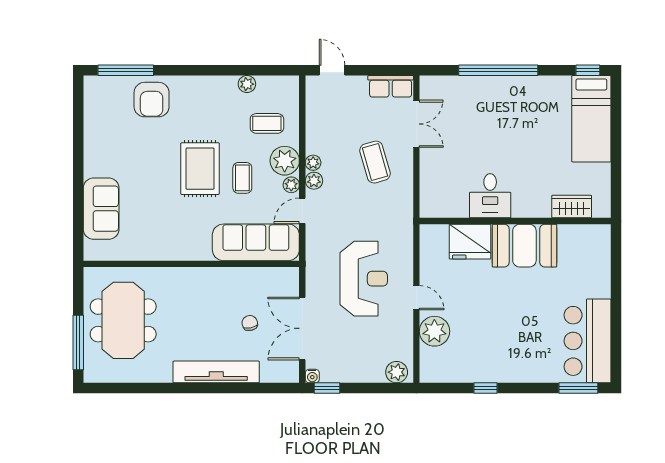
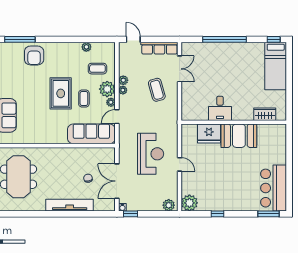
row of seats: (391, 86) -> (159, 48), width x1.48
plant: (314, 181) -> (123, 80), moved
plant: (434, 331) -> (189, 203), moved

